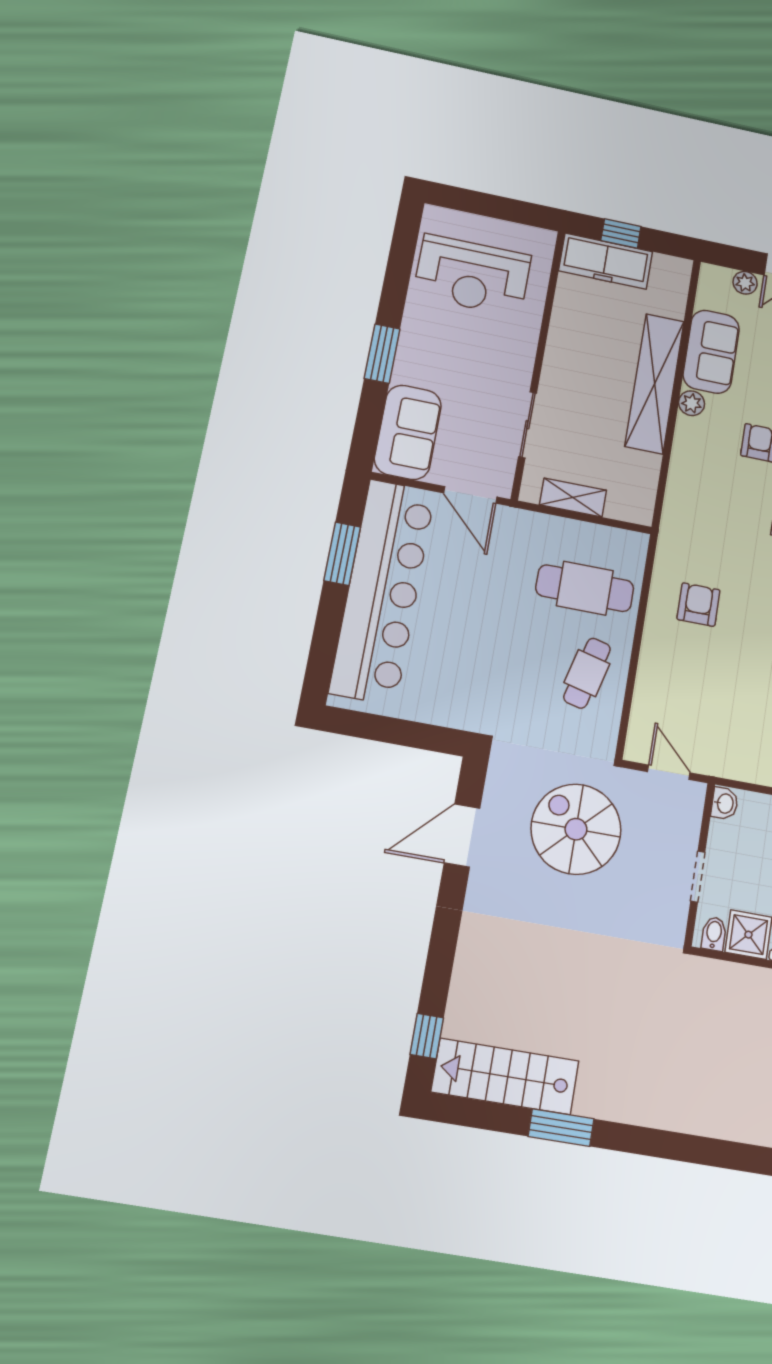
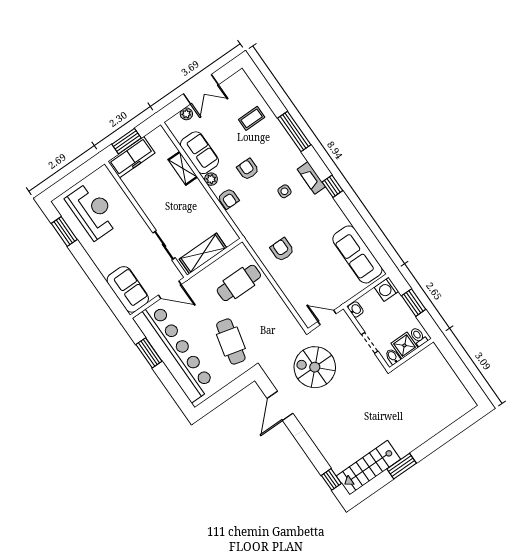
window: (621, 233) -> (126, 141), width x1.50
reception desk: (472, 275) -> (93, 211), turned -90
window: (382, 354) -> (64, 231), moved
shelving: (655, 384) -> (183, 168), width x0.45, depth x0.75
armchair: (690, 455) -> (228, 199), added
shelving: (573, 498) -> (203, 253), width x1.50, depth x1.33
cafe table: (587, 673) -> (231, 342), moved, width x1.37, depth x1.35

